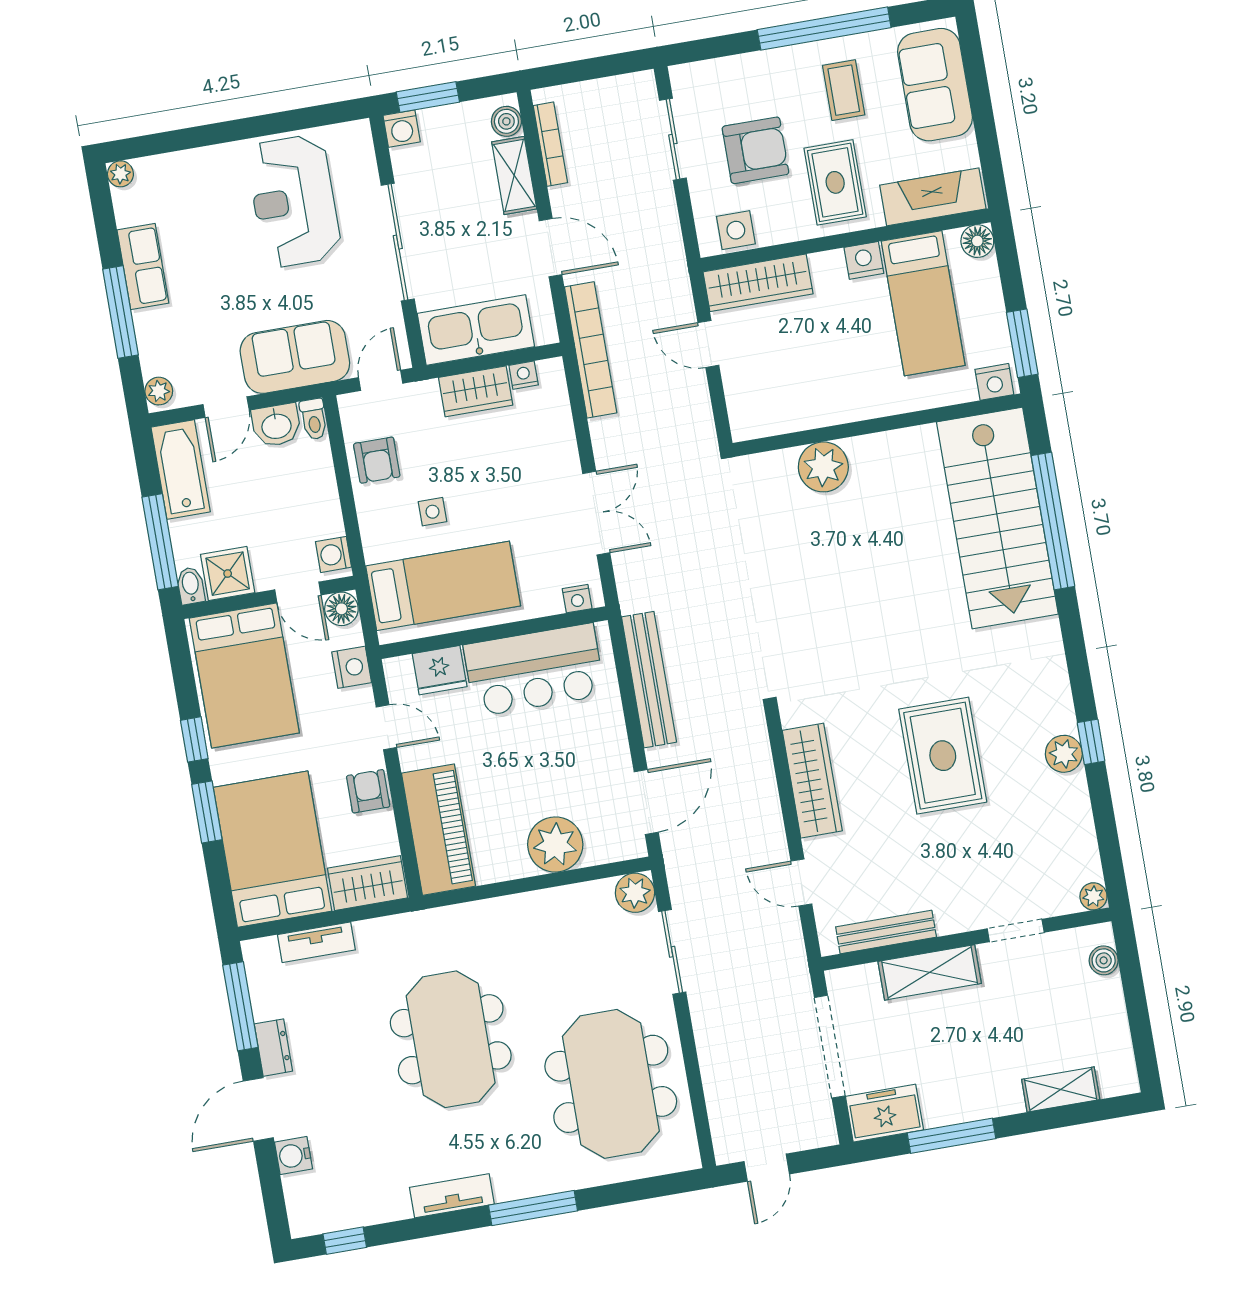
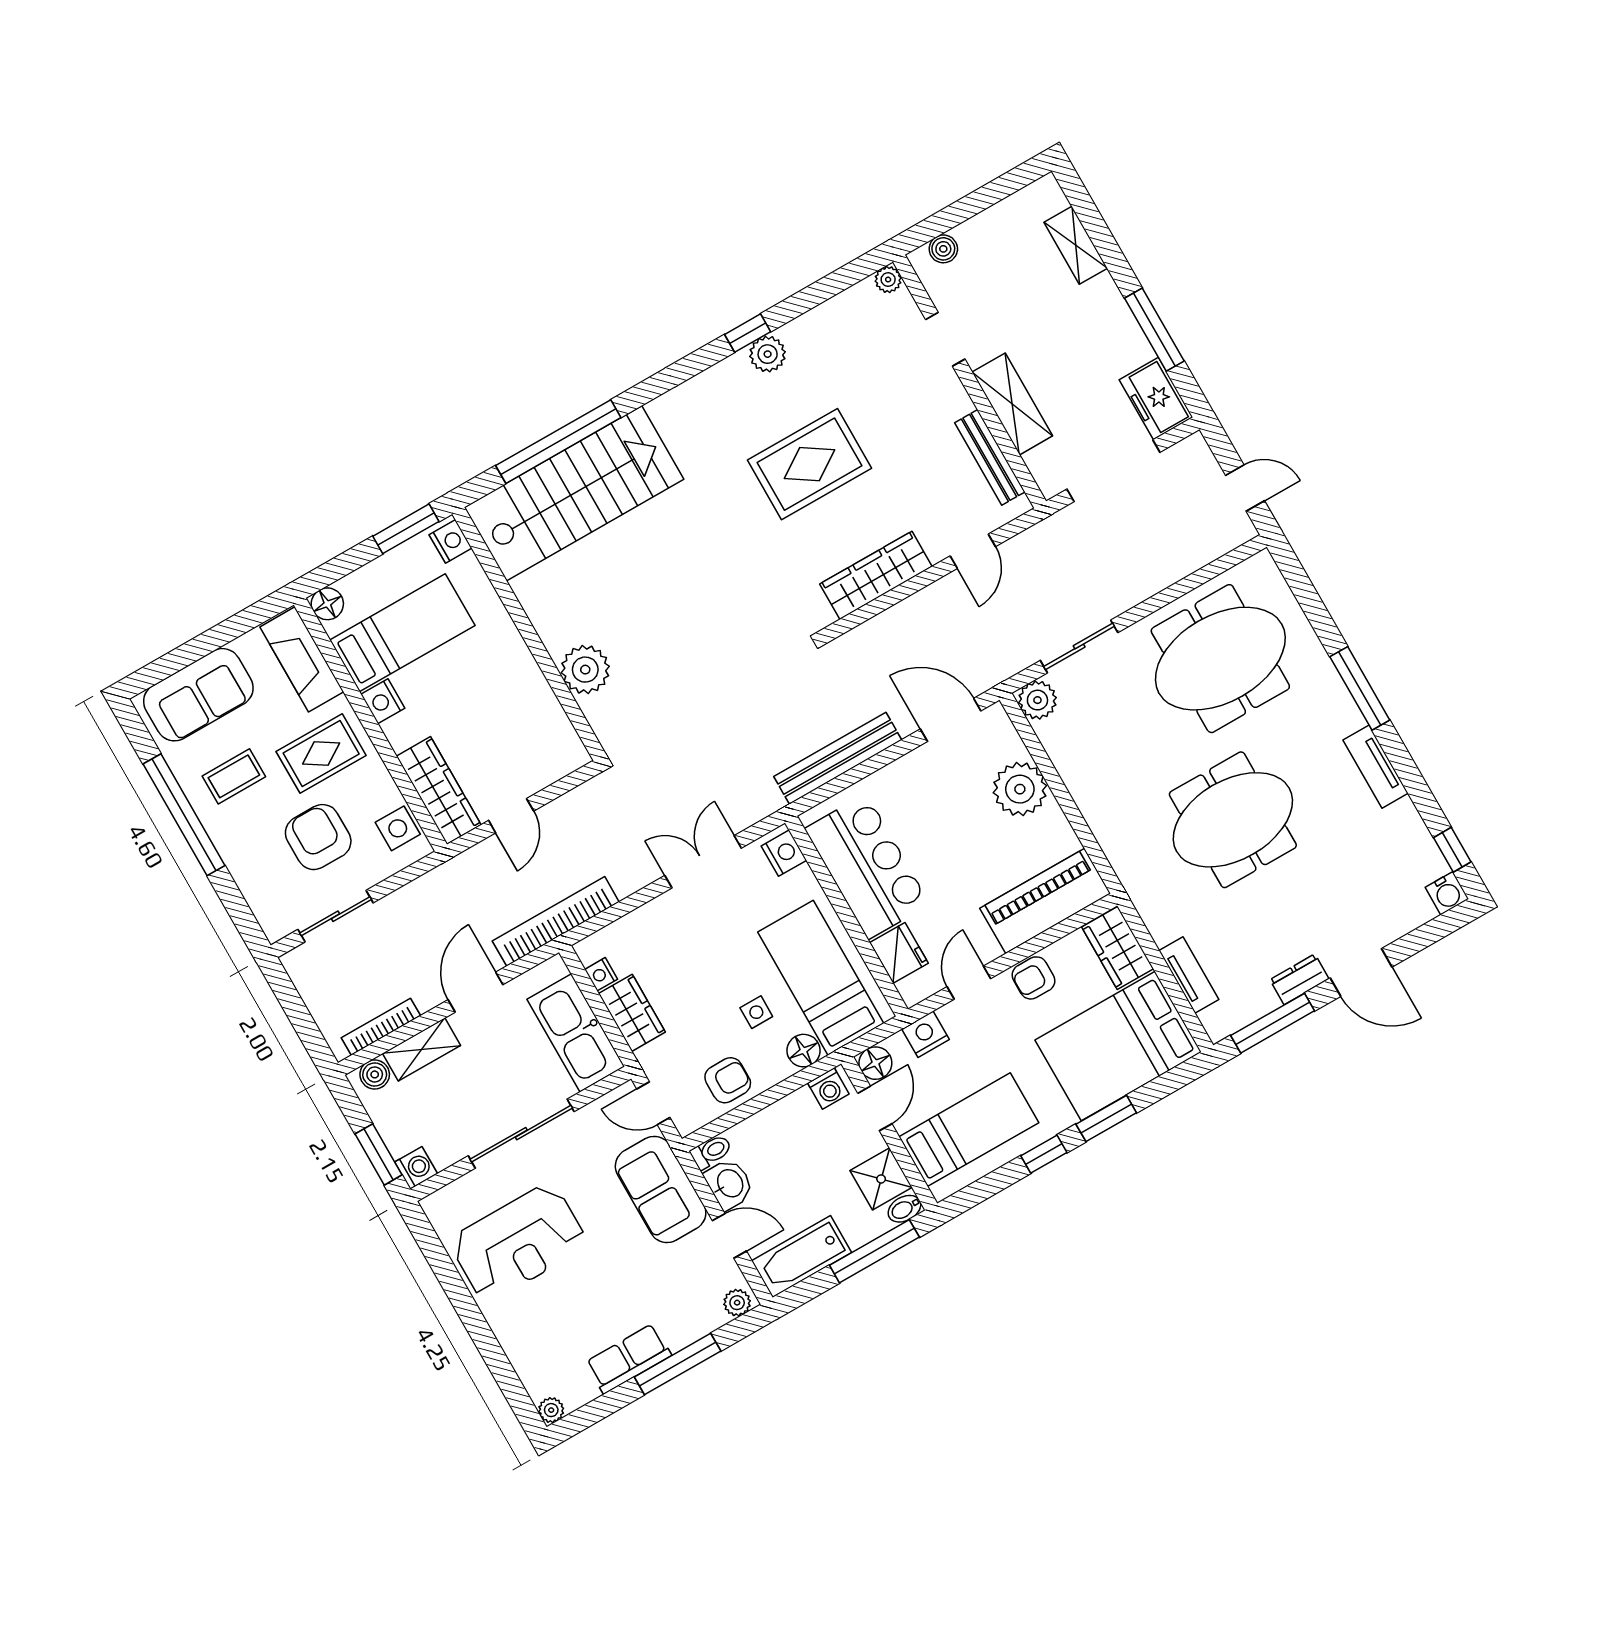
floor lamp: (379, 544) -> (804, 1051), added
nightstand: (577, 599) -> (784, 853), width x1.39, depth x1.35
bed: (244, 676) -> (969, 1130), width x0.67
water cooler: (293, 1156) -> (1447, 893), moved

